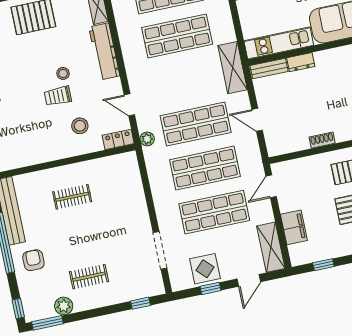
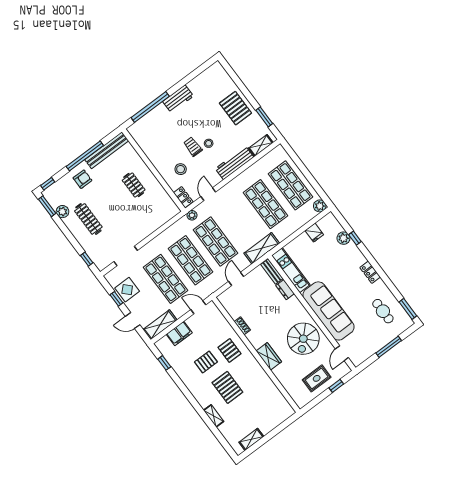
clothes rail: (89, 277) -> (88, 219), width x1.36

